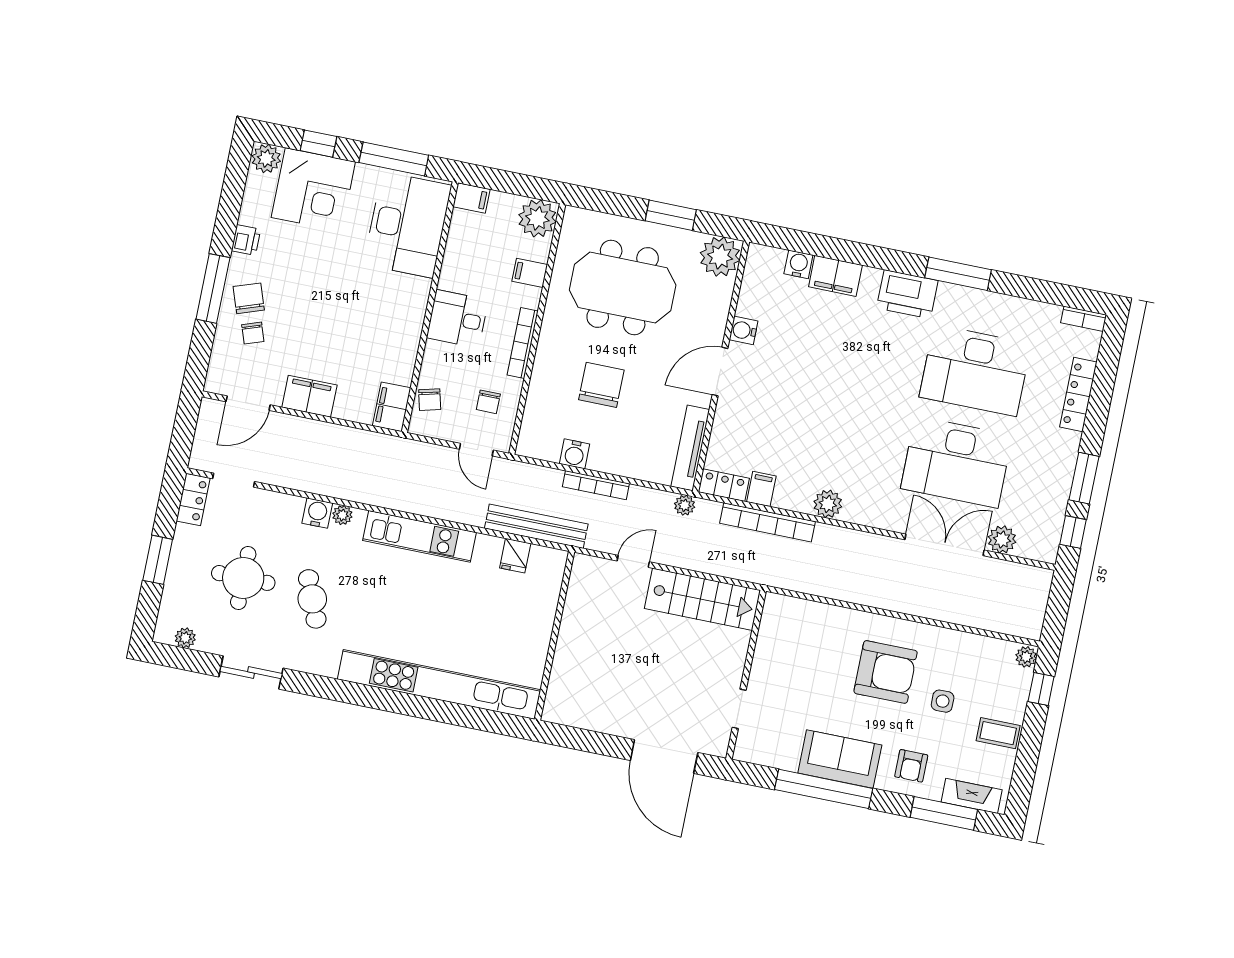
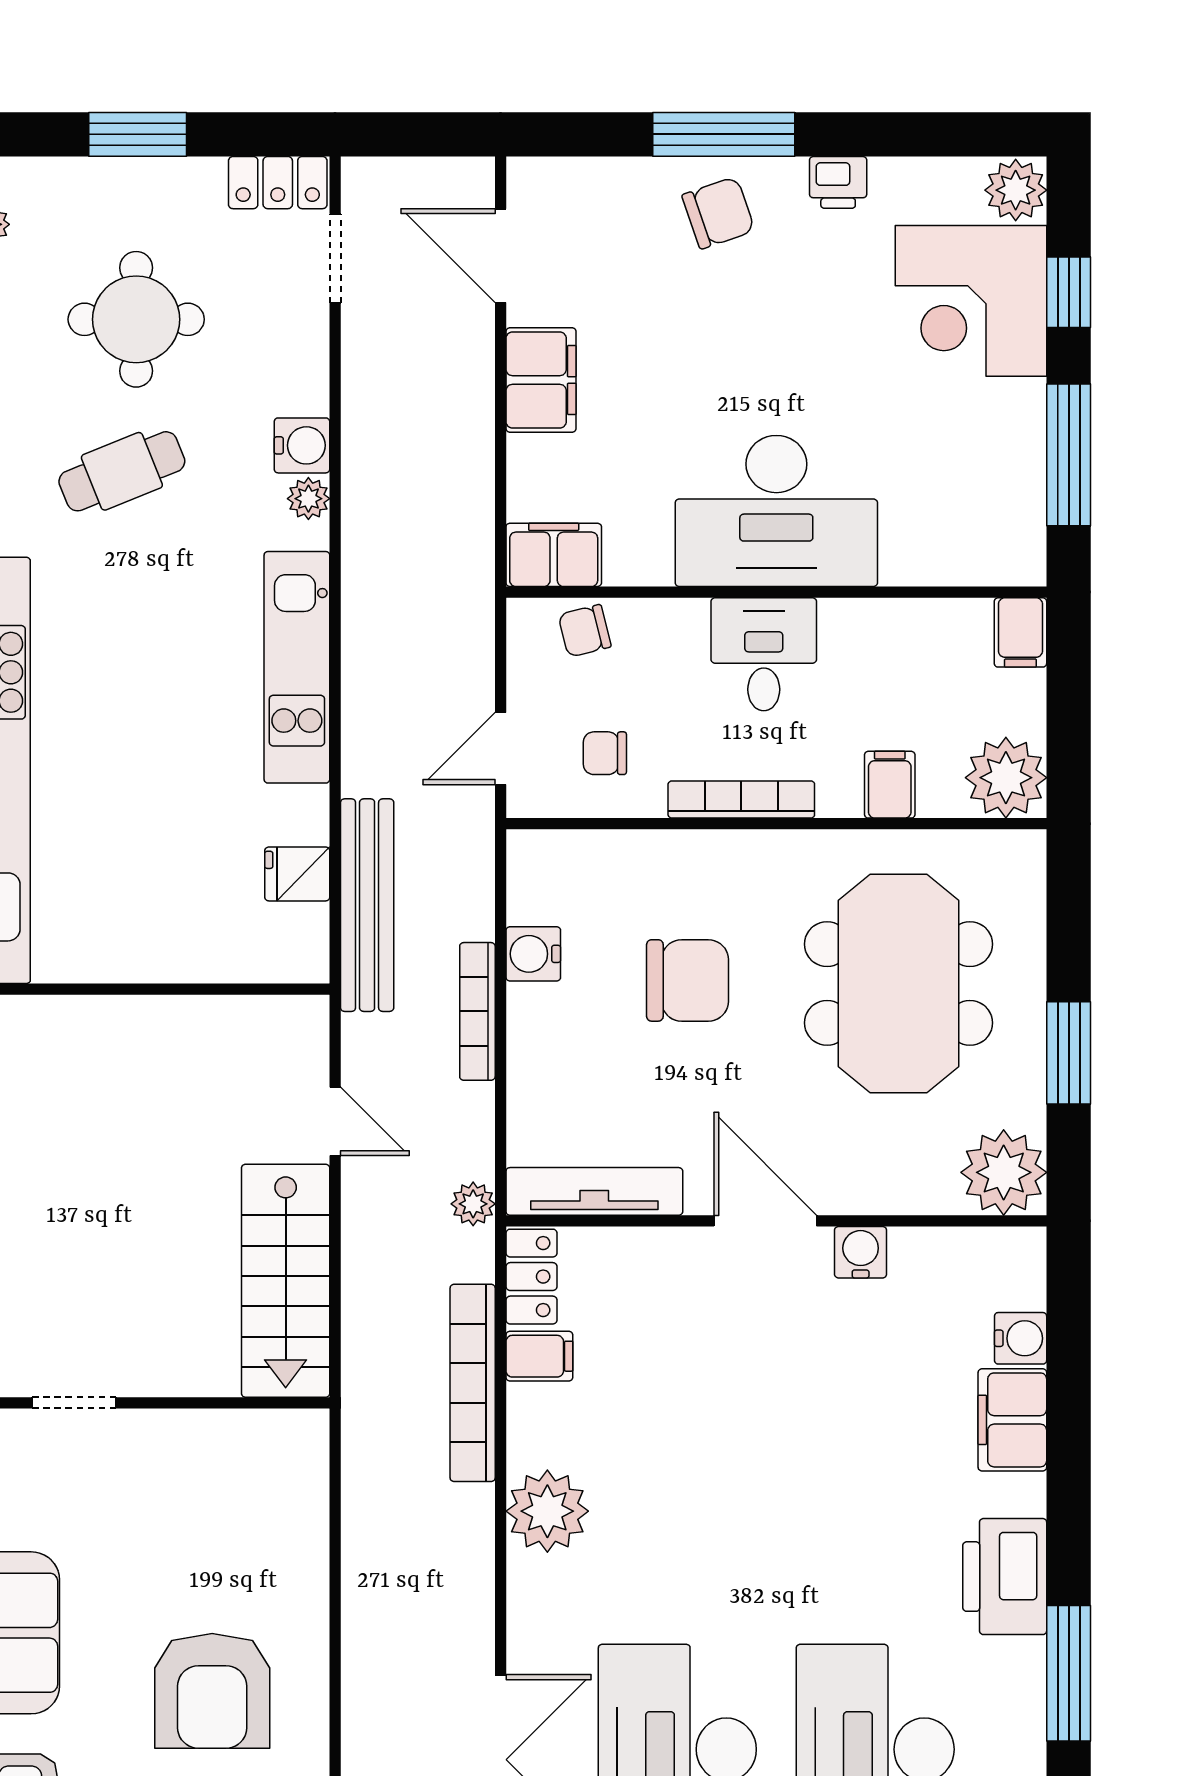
desk: (408, 225) -> (776, 511), moved
chair: (253, 333) -> (648, 236), removed
plant: (828, 504) -> (547, 1511), width x1.36, depth x1.36

